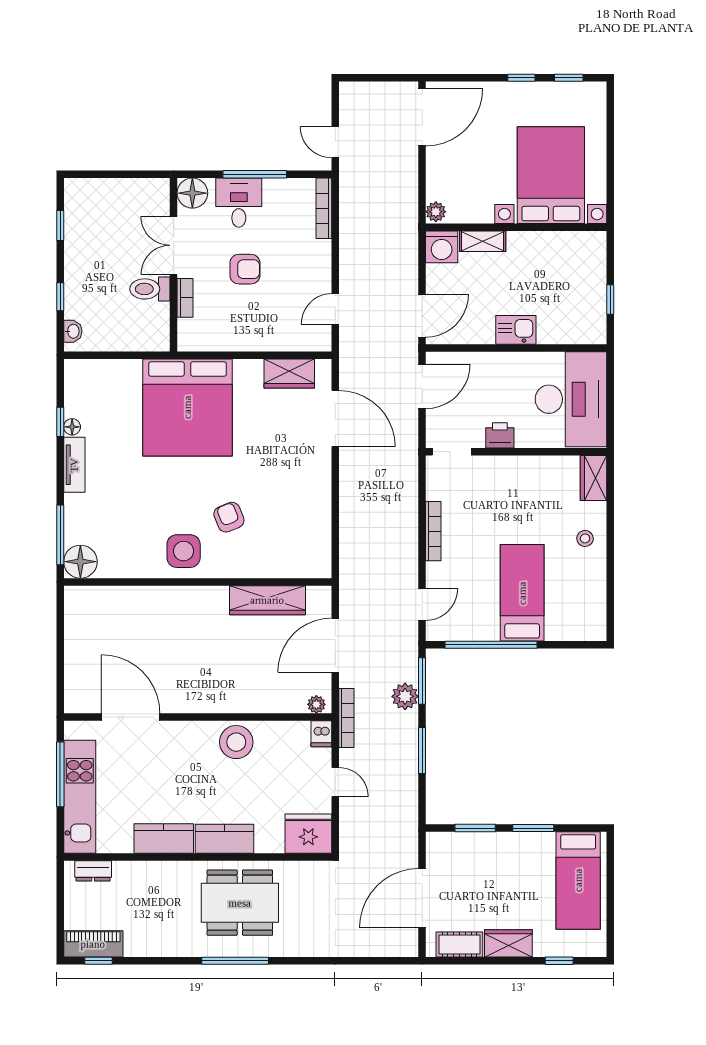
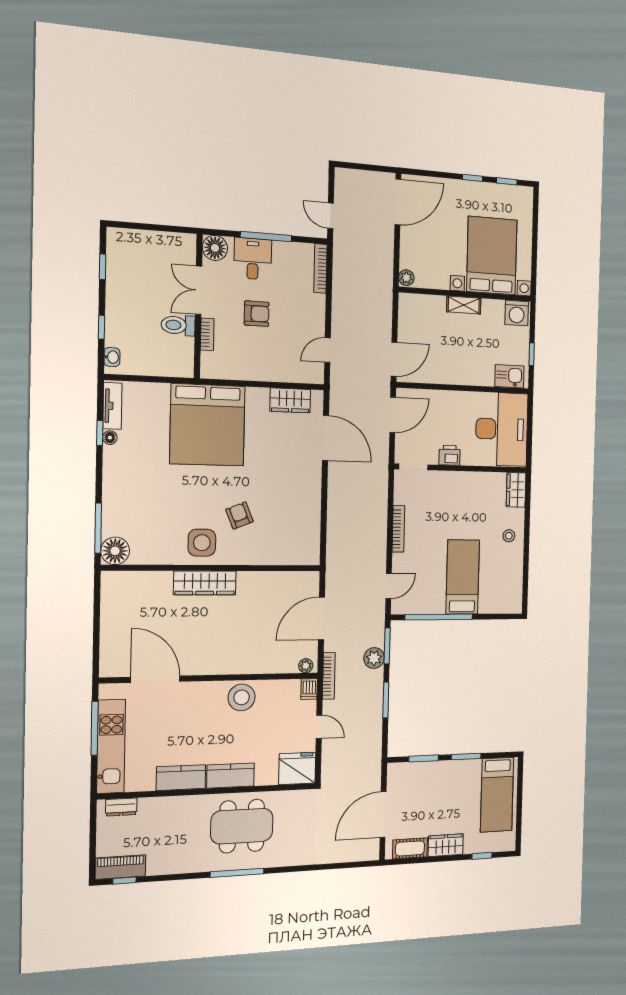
shelving: (483, 241) -> (464, 305), moved
washing machine: (442, 247) -> (517, 313), moved
kitchen sink: (516, 330) -> (509, 376), moved
tv unit: (74, 465) -> (112, 406), moved
wardrobe: (267, 600) -> (205, 583), moved

